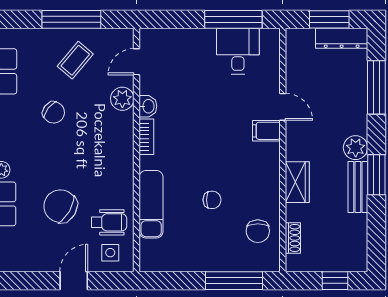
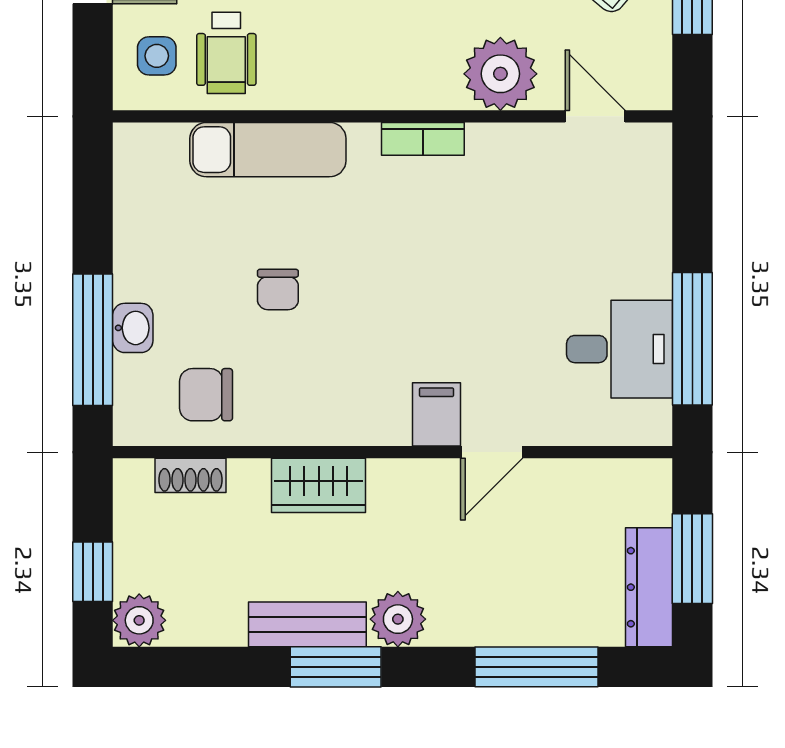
plant: (122, 99) -> (500, 74), width x1.36, depth x1.36
washbasin: (148, 106) -> (133, 328), moved, turned -90
plant: (356, 260) -> (139, 620), added

